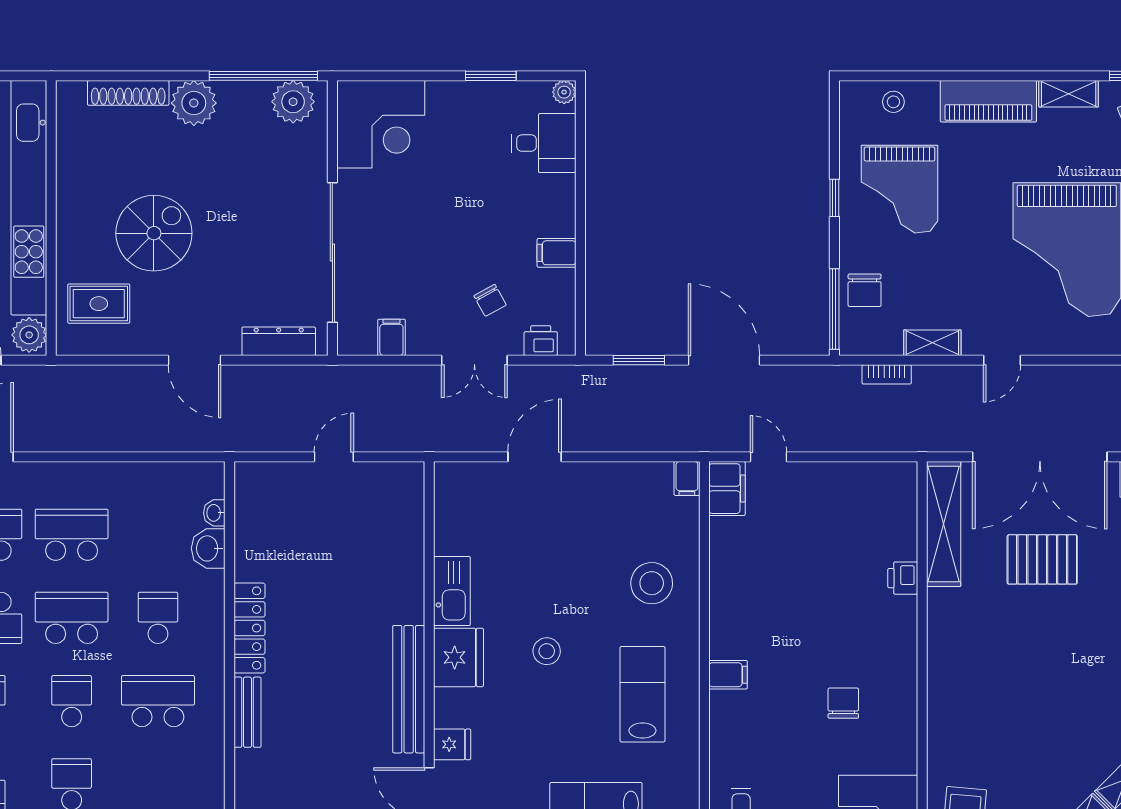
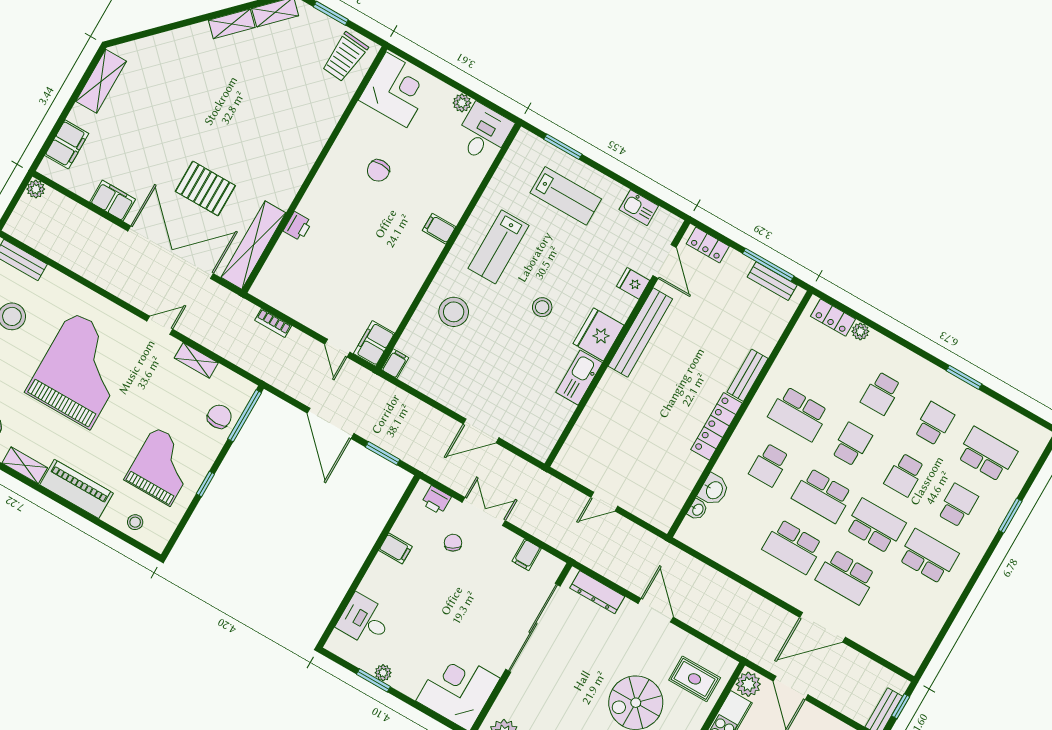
plant: (564, 92) -> (383, 673), moved
bookcase: (887, 374) -> (273, 323), moved, turned 180
school desk: (72, 701) -> (852, 444), turned 180

